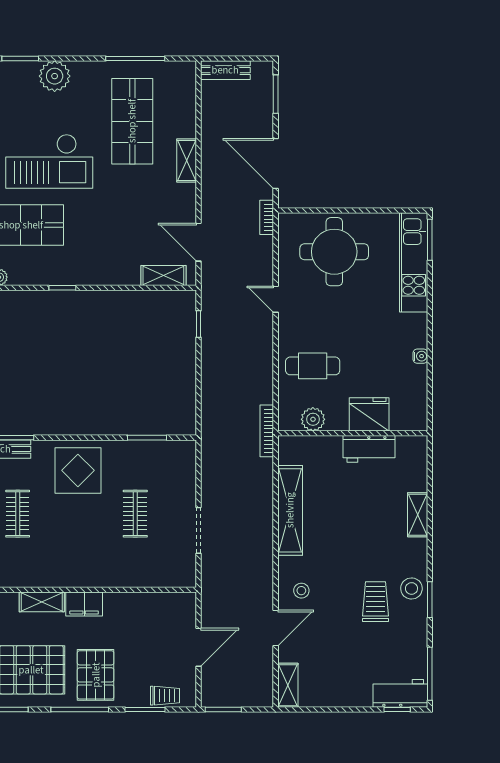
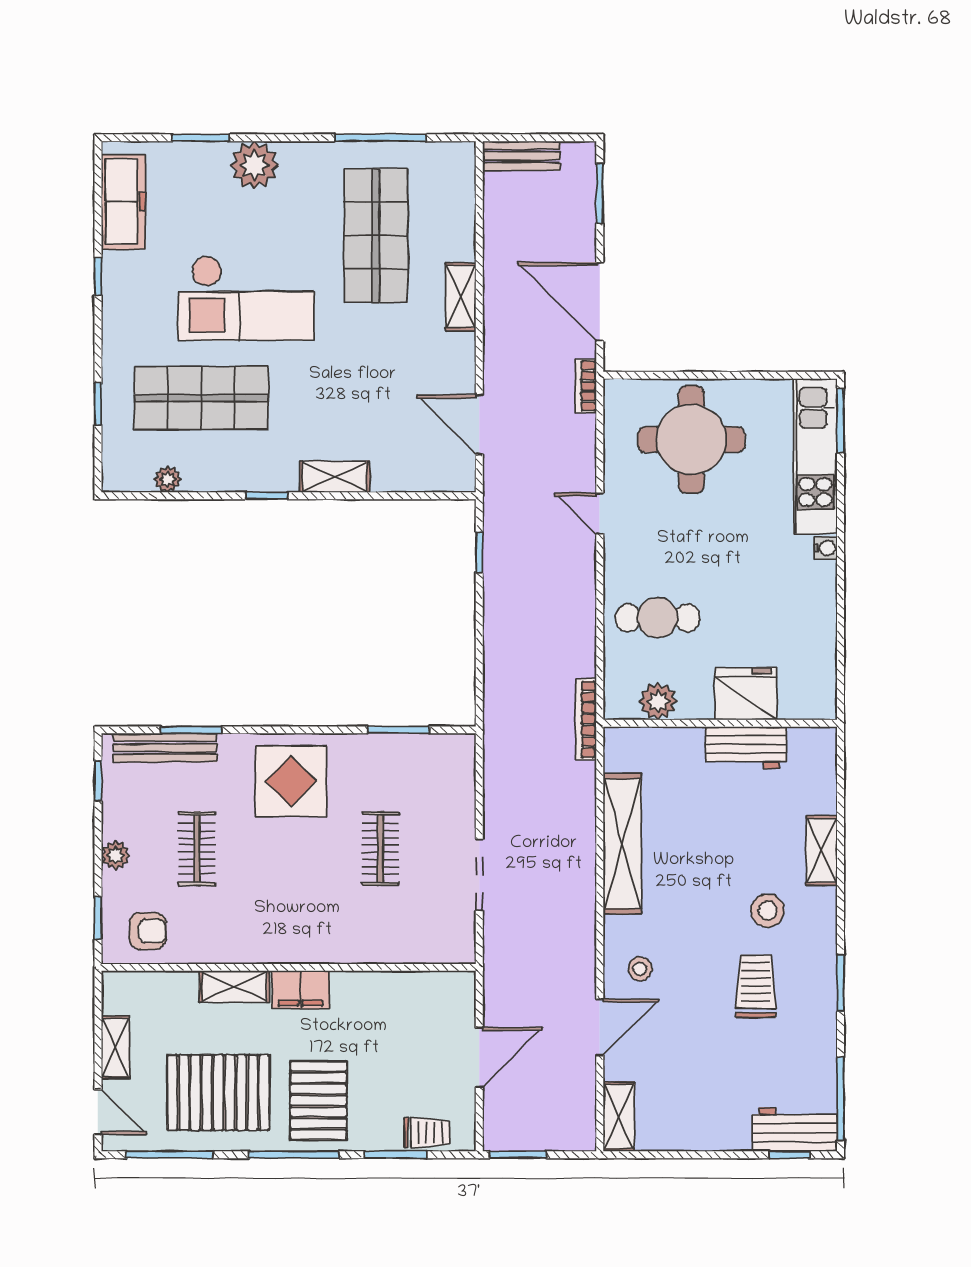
shelving: (163, 276) -> (335, 477), moved
water cooler: (420, 356) -> (826, 548), moved
stool: (411, 588) -> (768, 911), moved

